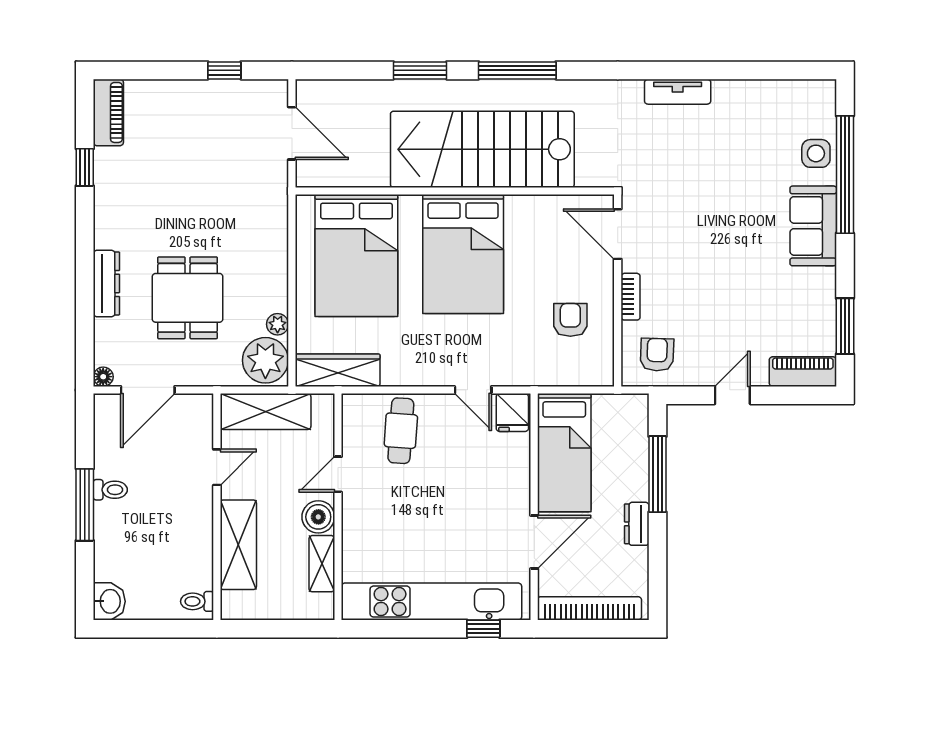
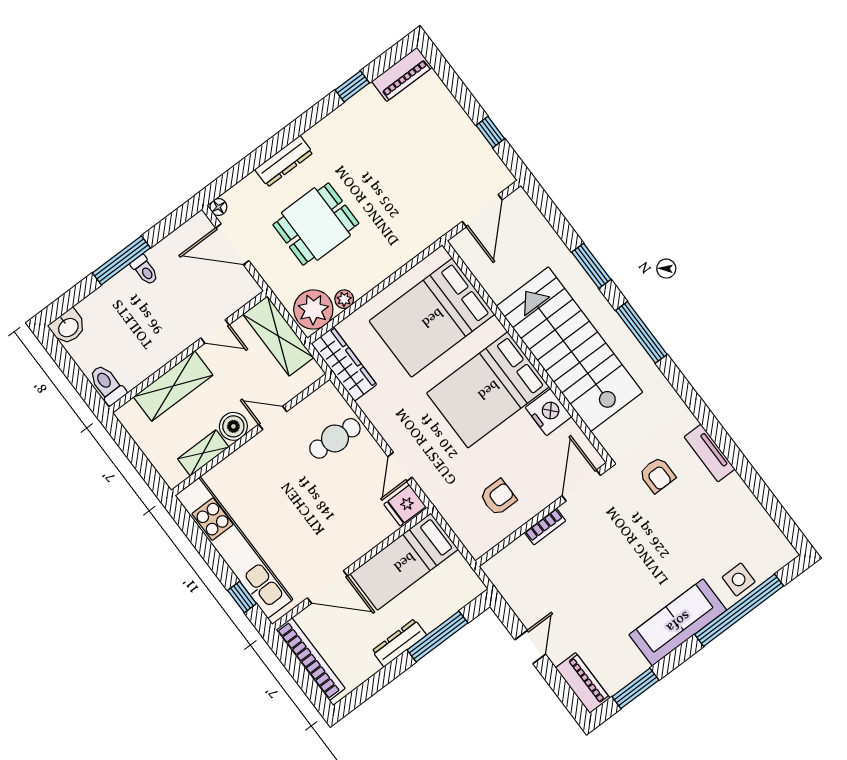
nightstand: (526, 213) -> (549, 412), added
sofa: (813, 226) -> (678, 622), width x1.36
armchair: (657, 355) -> (657, 475), moved, turned 88
door: (732, 395) -> (530, 647), hinge flipped
dresser: (637, 524) -> (399, 643), width x1.44
toilet: (197, 601) -> (107, 385), width x1.37, depth x1.39

